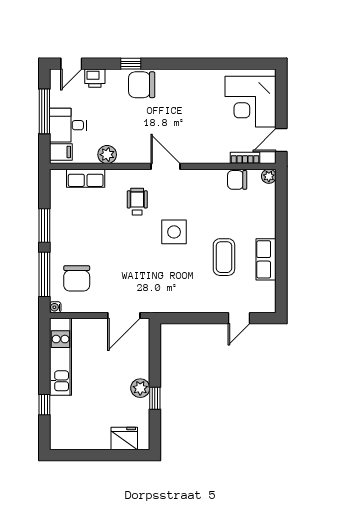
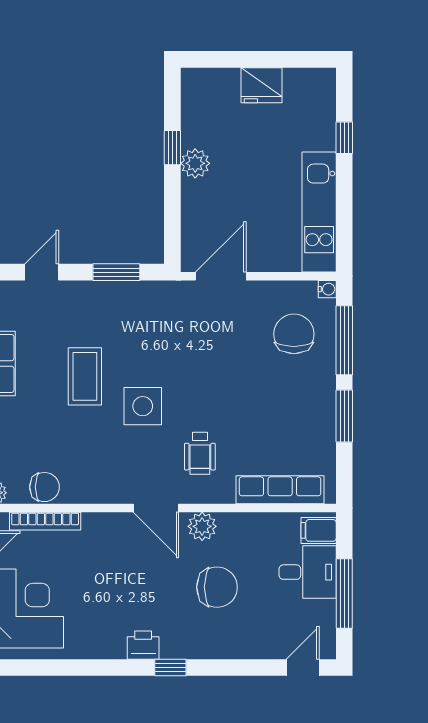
window: (131, 64) -> (170, 668), moved
printer: (95, 78) -> (143, 645), moved
chair: (142, 85) -> (217, 587), moved
plant: (107, 155) -> (202, 526), moved
bookcase: (245, 158) -> (45, 521), width x1.56
row of seats: (86, 178) -> (280, 490), width x1.48
coffee table: (224, 257) -> (85, 376), moved
window: (191, 318) -> (116, 272), added
fridge: (124, 438) -> (262, 85), moved

